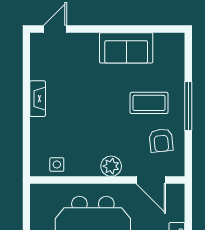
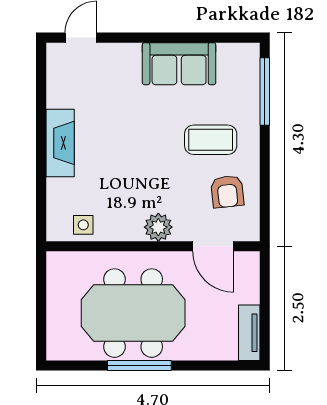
fireplace: (38, 99) -> (60, 143), width x1.37, depth x1.32
window: (188, 106) -> (265, 91), moved

